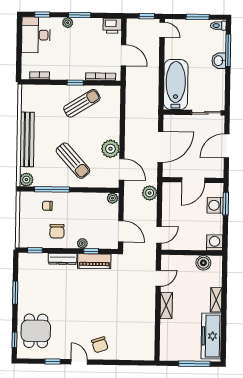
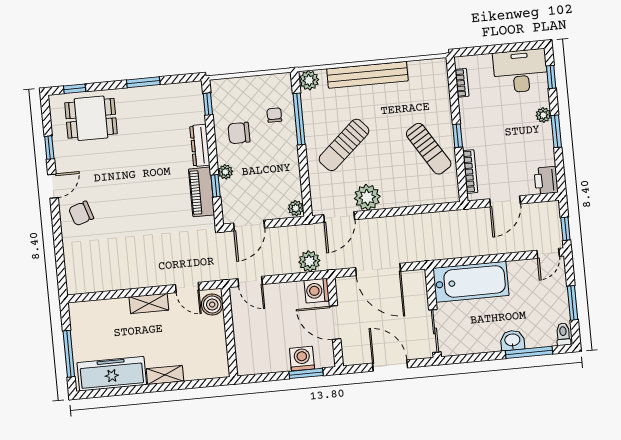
washing machine: (215, 243) -> (317, 291), moved, turned 180
boiler: (203, 263) -> (212, 305), moved

